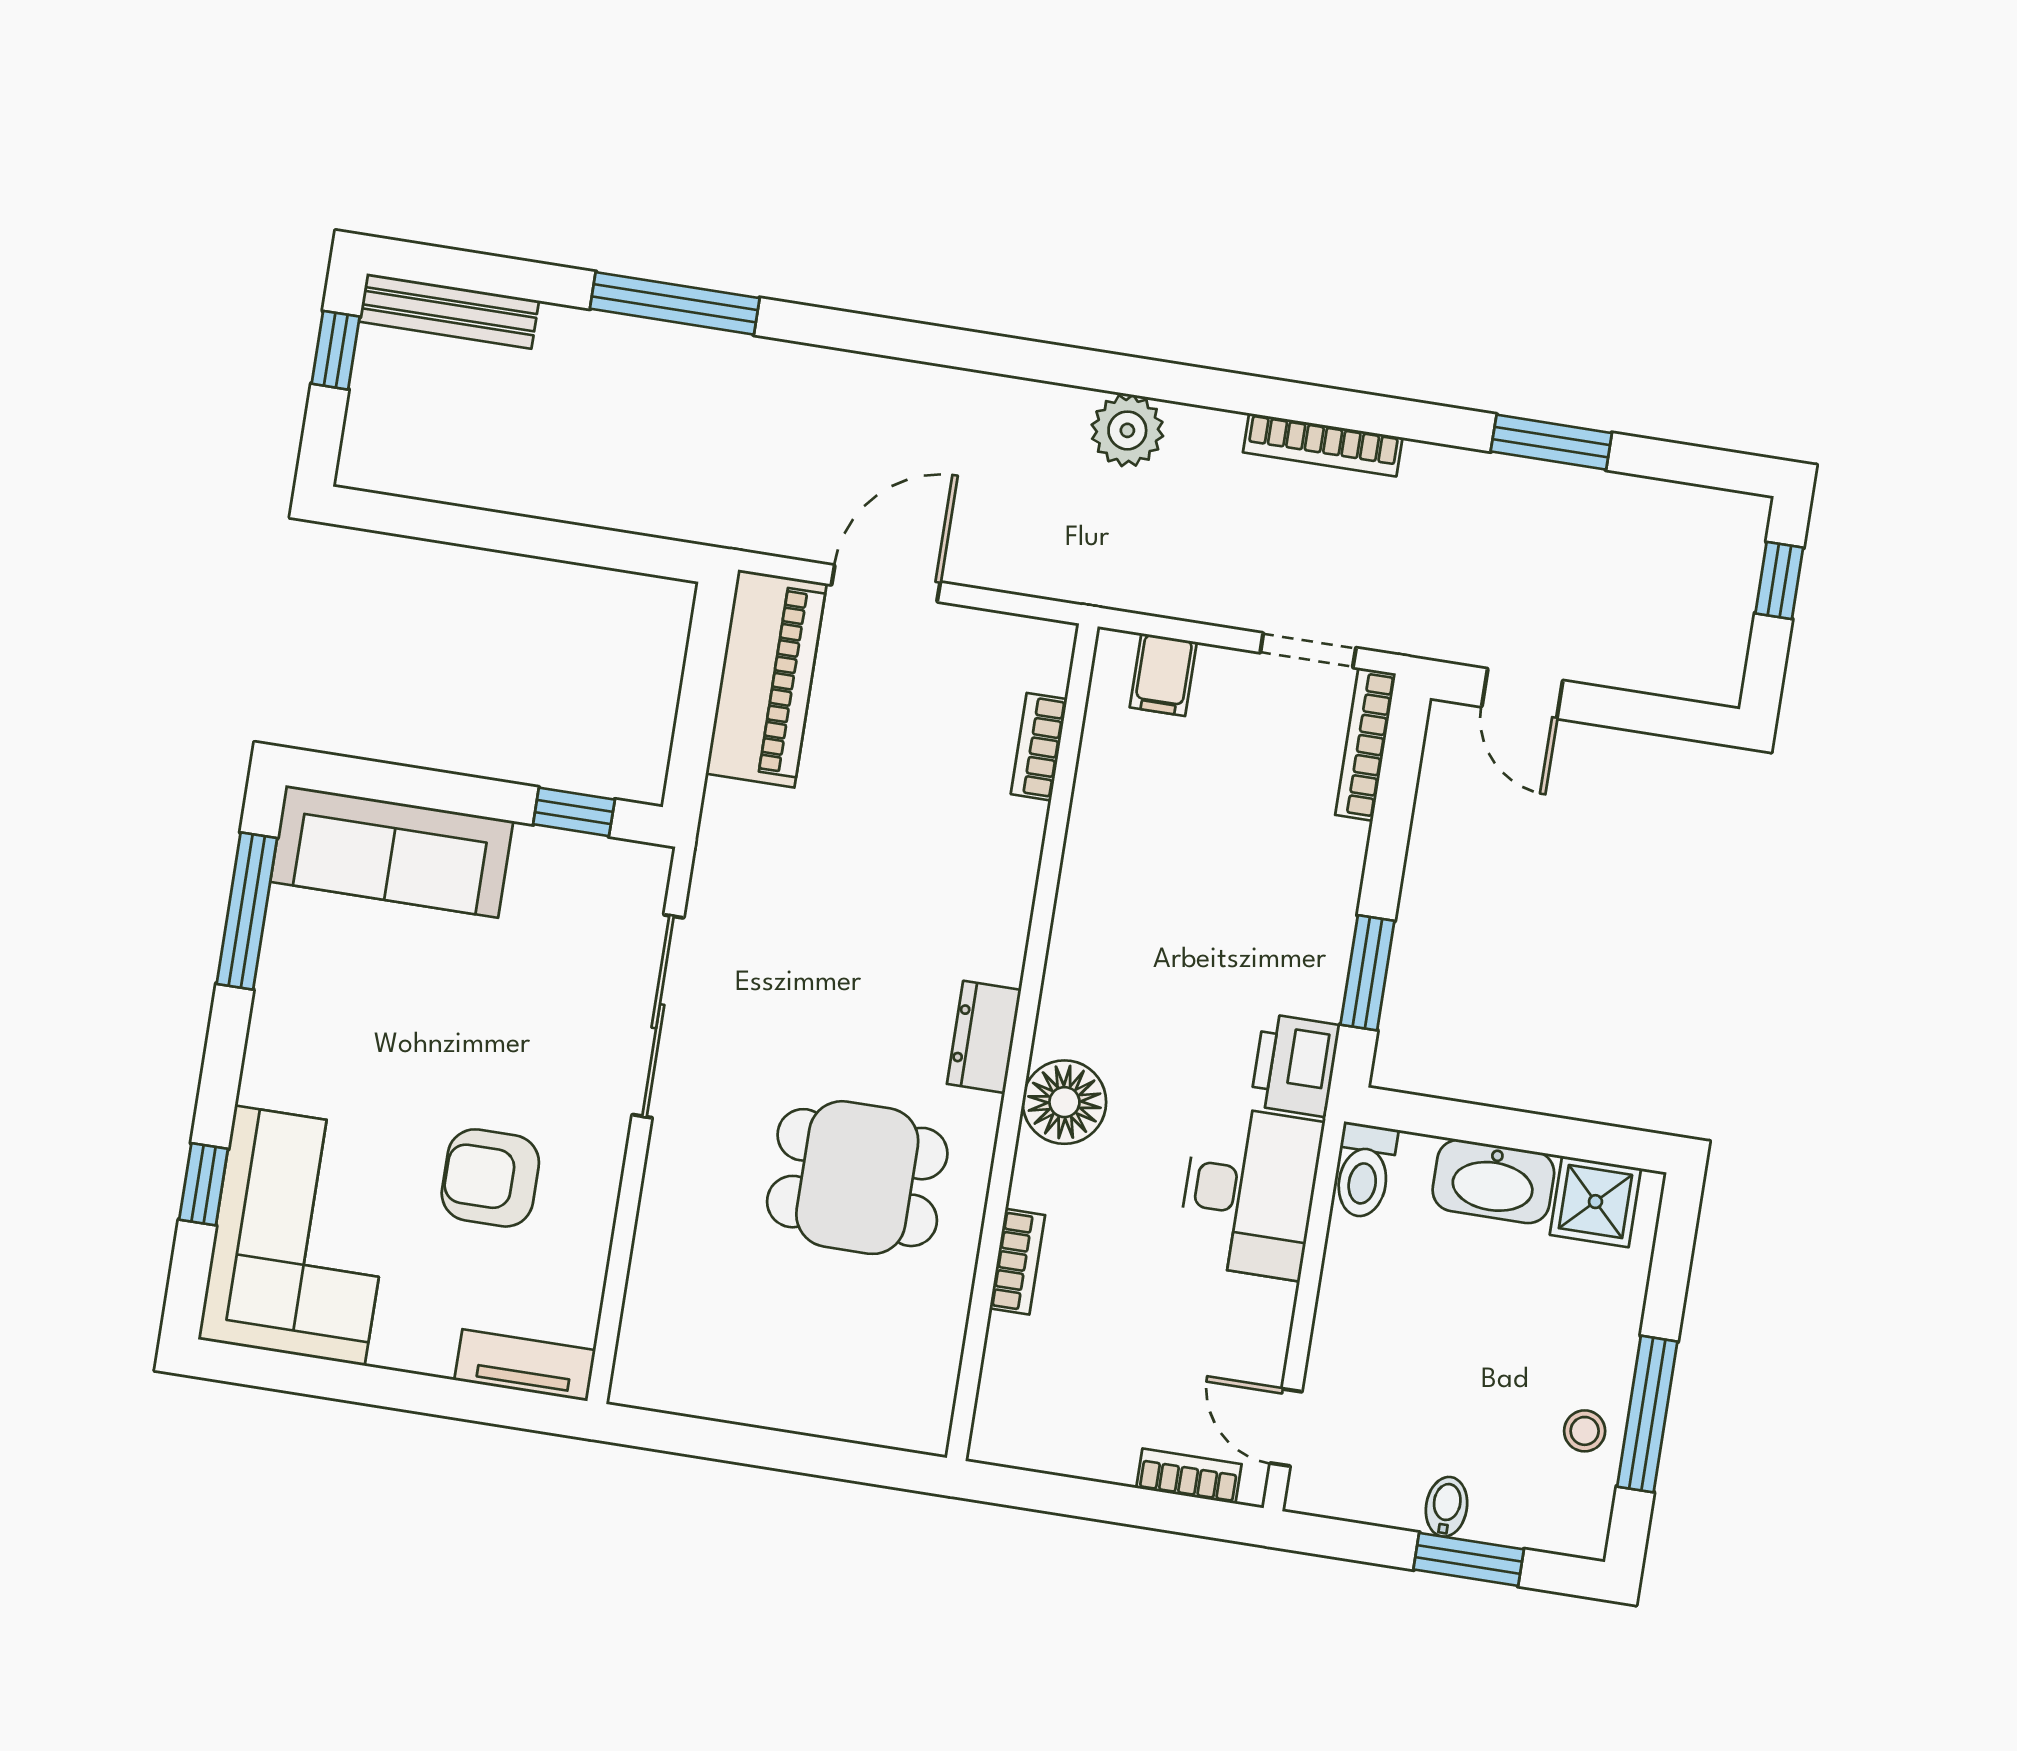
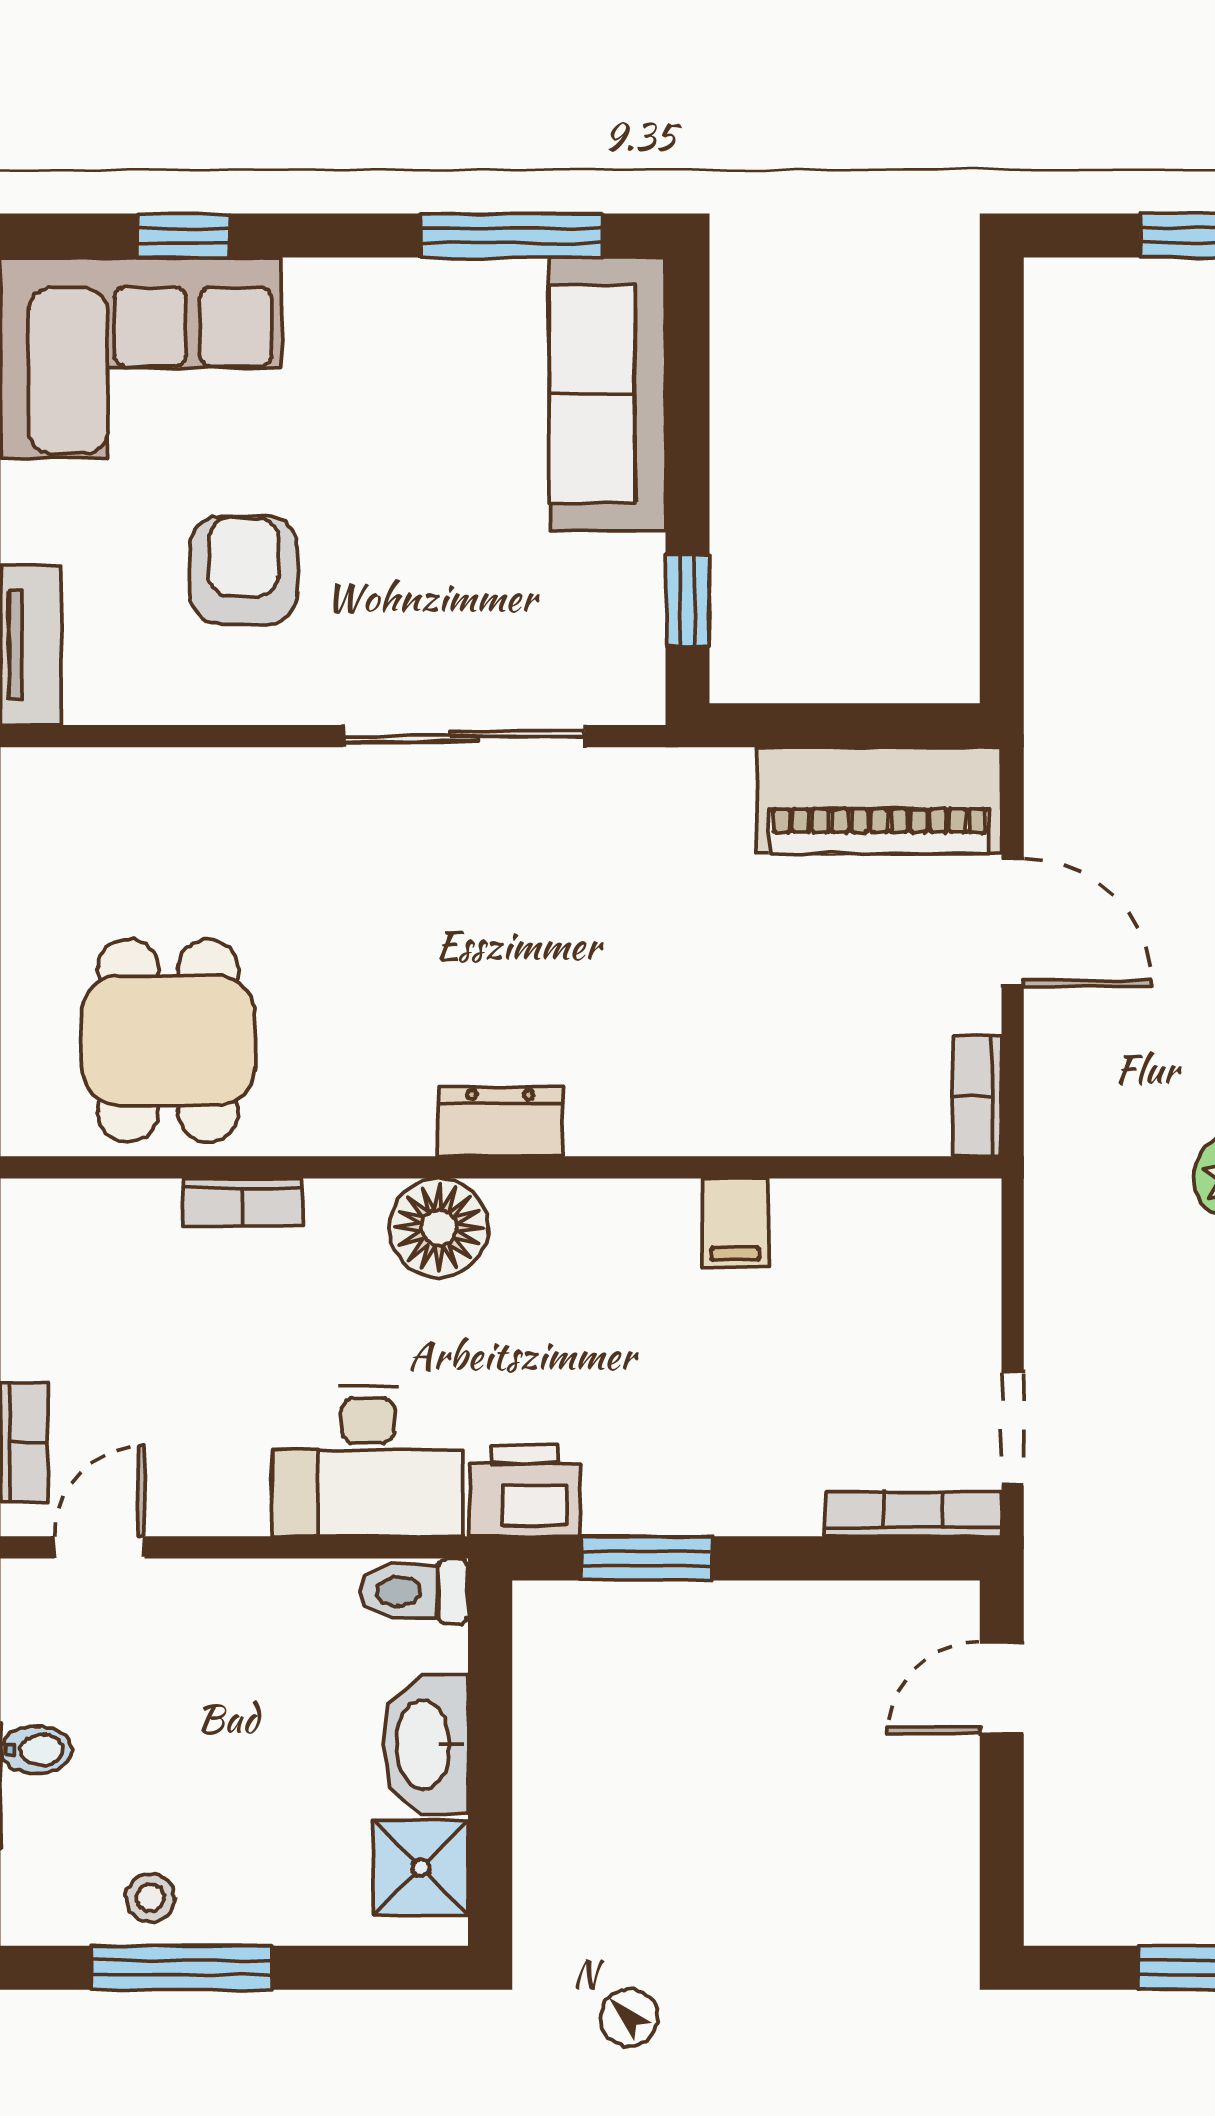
filing cabinet: (1163, 675) -> (735, 1223), moved, turned -90
bookcase: (1039, 747) -> (977, 1096), moved, turned -90
dining table: (857, 1178) -> (168, 1041), moved

